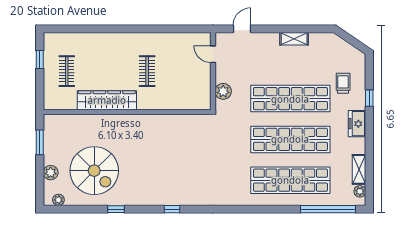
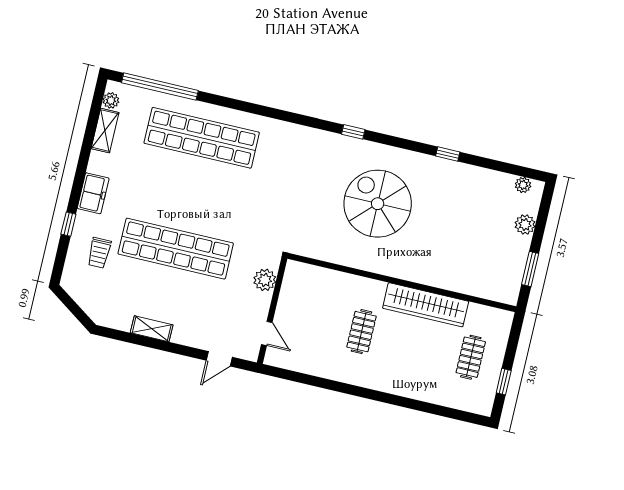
shop shelf: (290, 139) -> (189, 193), removed
spiral stairs: (94, 171) -> (378, 204), moved
window: (172, 209) -> (353, 132), moved

